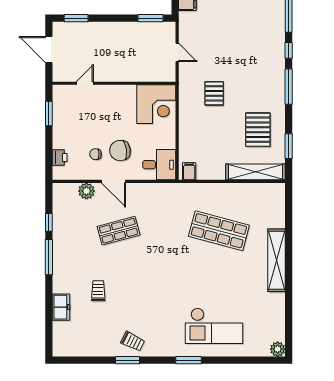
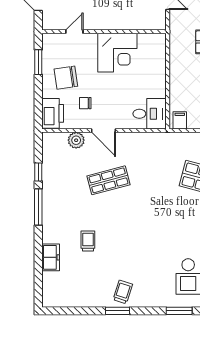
corner desk: (156, 104) -> (117, 53), moved
chair: (120, 151) -> (66, 78), moved
printer: (60, 157) -> (53, 113), width x1.87, depth x1.48
trolley: (133, 341) -> (123, 292), turned -98

